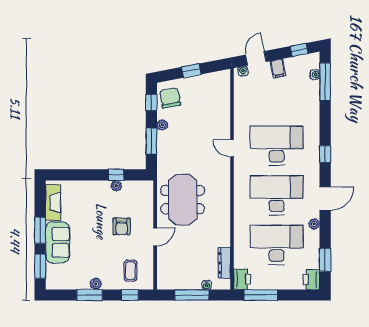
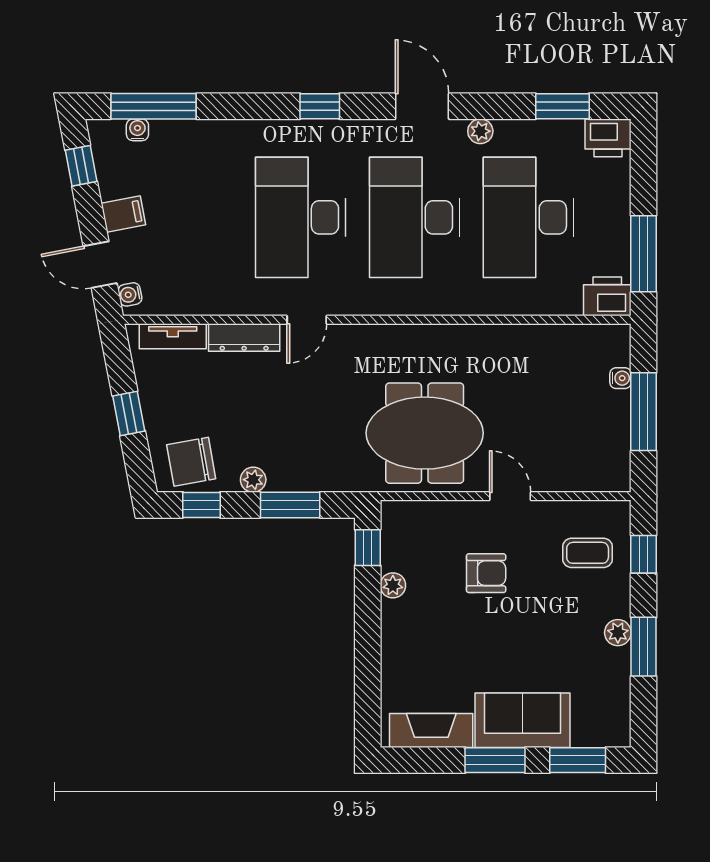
tv unit: (225, 90) -> (173, 336), added
window: (116, 175) -> (368, 548), moved
dresser: (224, 263) -> (244, 337), moved

